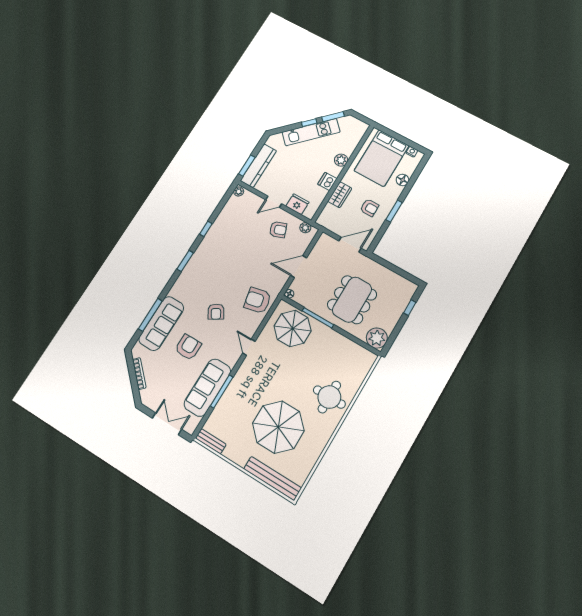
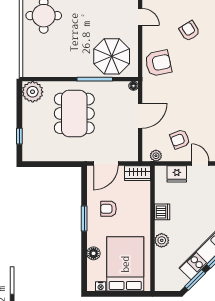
wardrobe: (340, 195) -> (138, 173), moved, turned -90
door: (274, 202) -> (200, 163), hinge flipped

